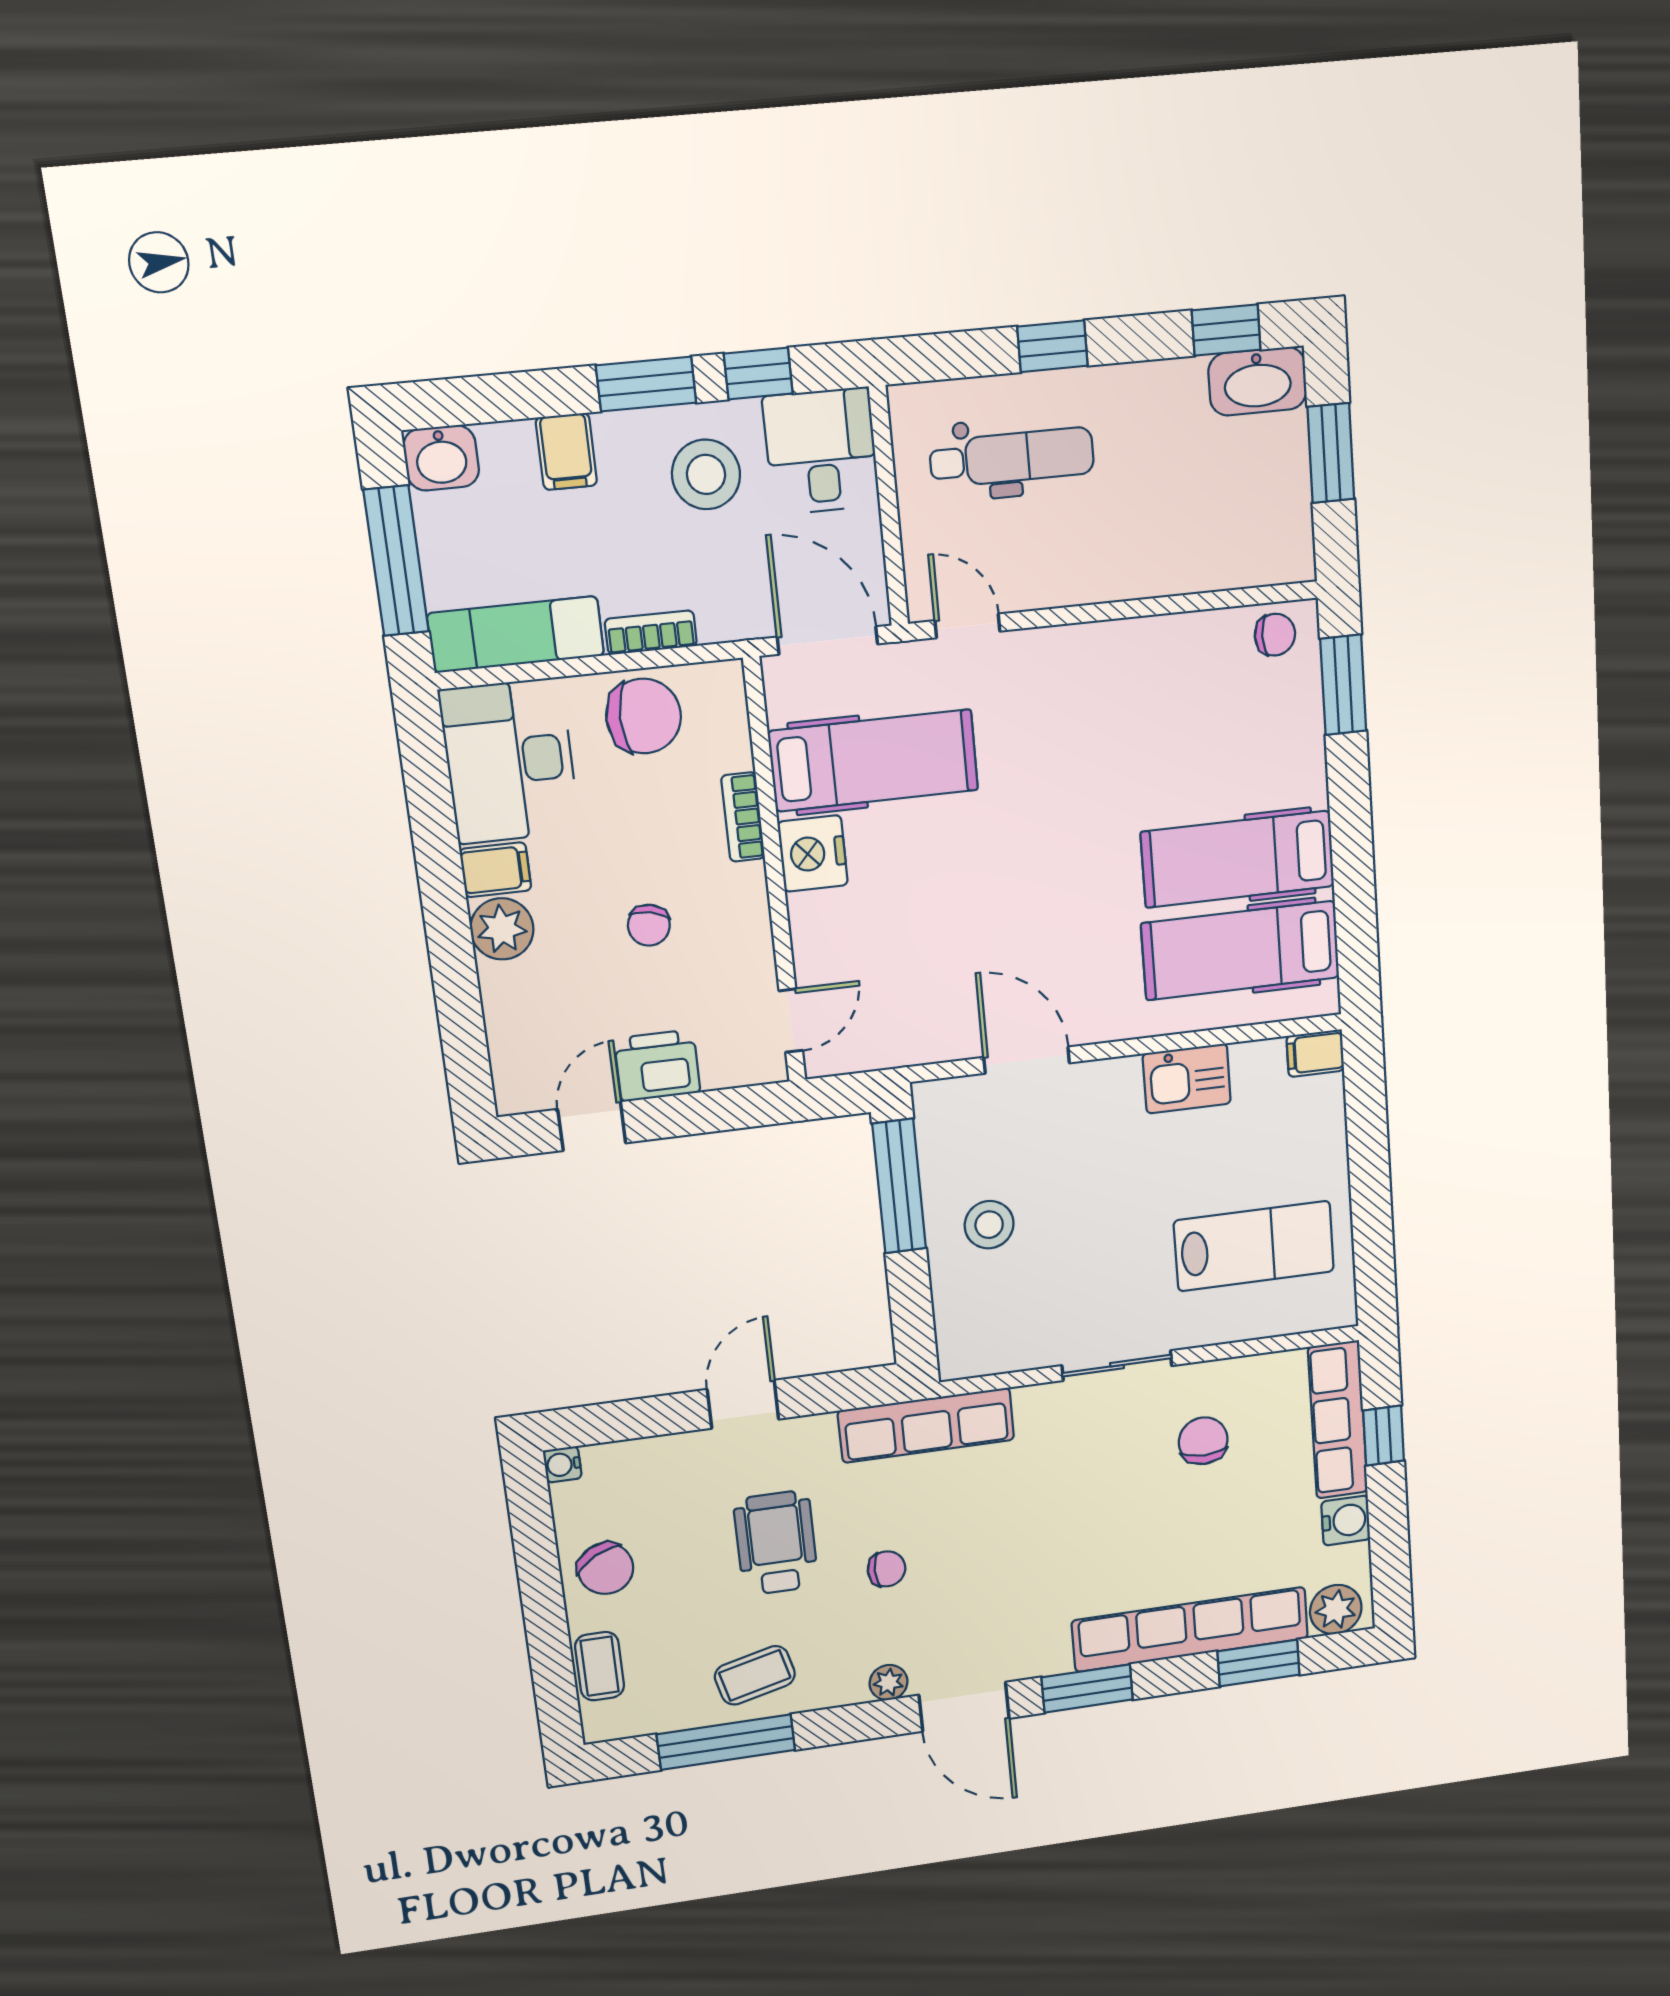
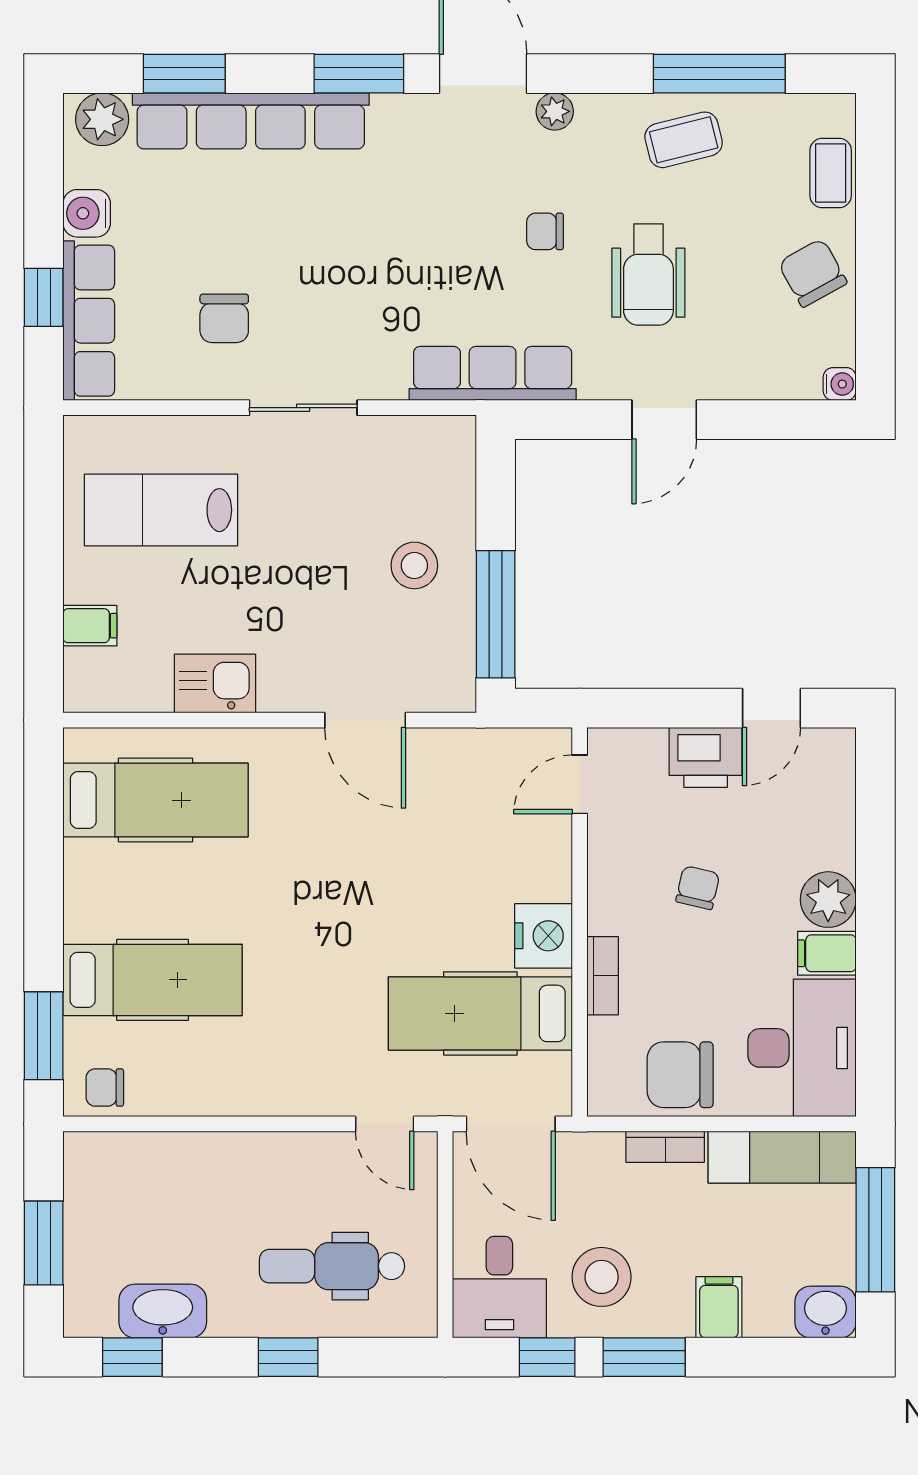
washbasin: (1258, 381) -> (163, 1311), moved
hospital bed: (1238, 859) -> (153, 980), moved
filing cabinet: (1315, 1053) -> (90, 626), moved

